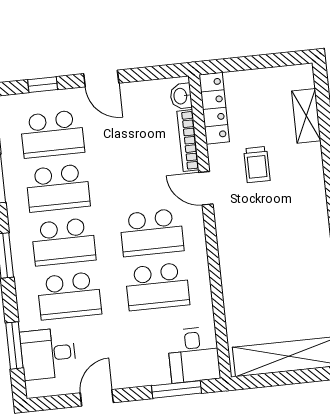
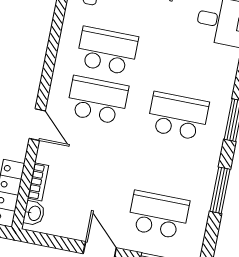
bookcase: (188, 141) -> (38, 182), width x0.64
school desk: (58, 188) -> (168, 165), removed
school desk: (69, 296) -> (188, 67), removed

